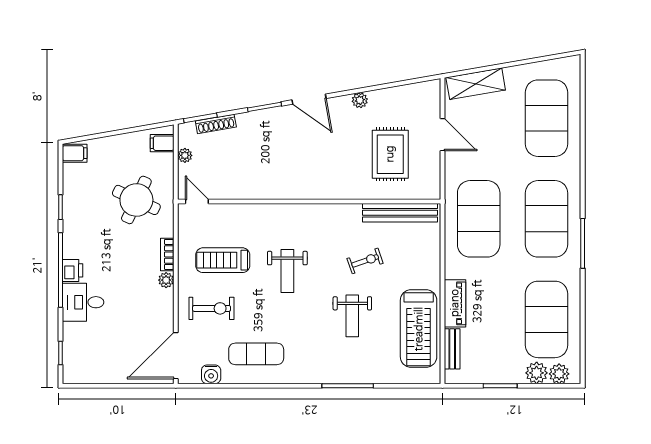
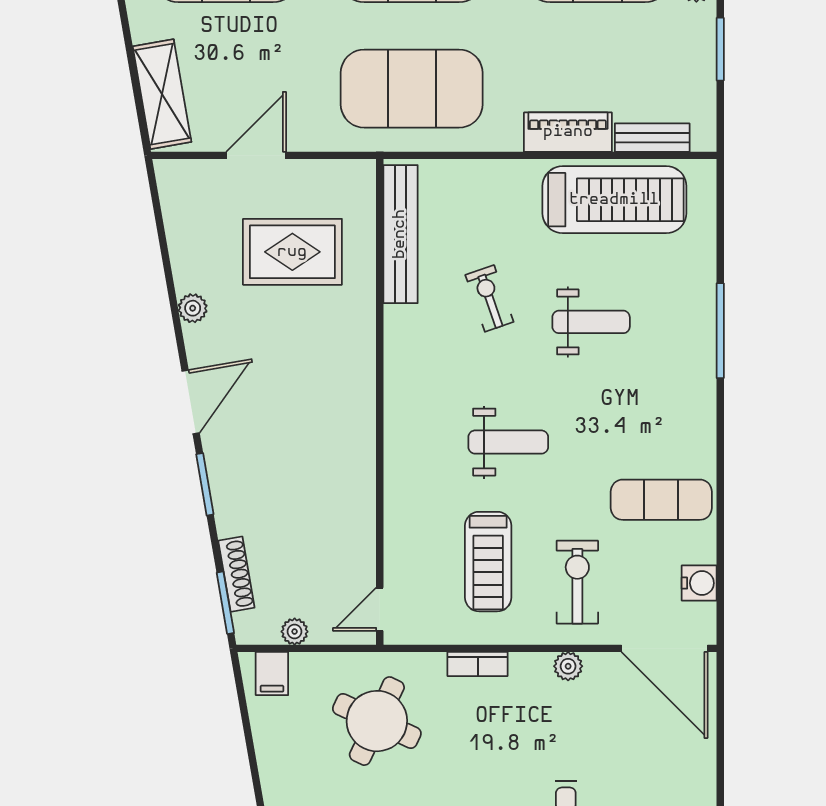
plant: (166, 280) -> (568, 666), moved
exercise mat: (256, 354) -> (661, 500), turned 90

